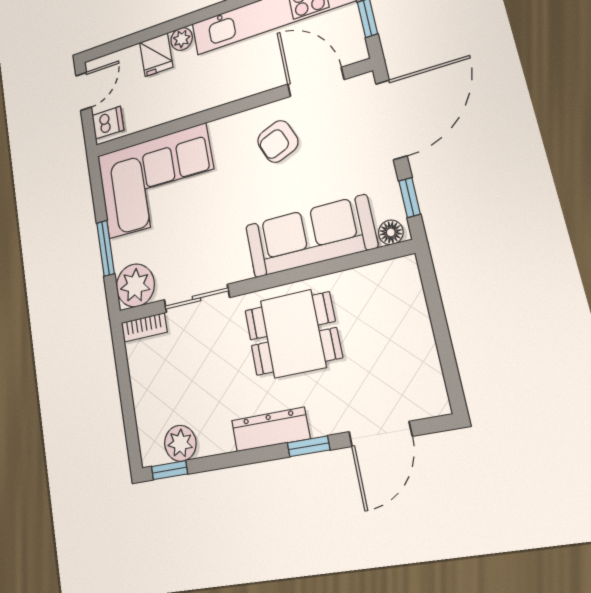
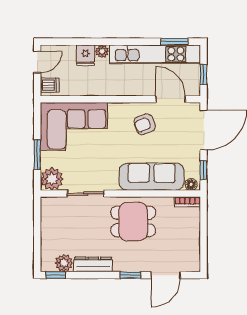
bookcase: (144, 327) -> (187, 202), moved
dresser: (270, 430) -> (93, 264), moved

